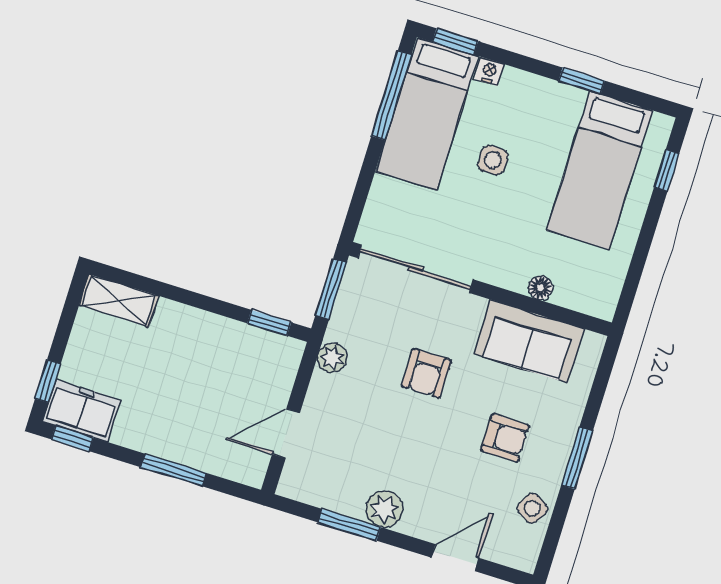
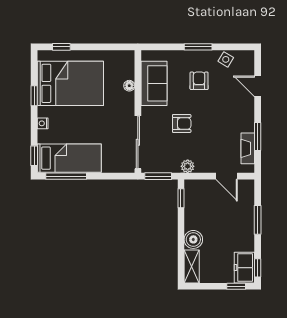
nightstand: (489, 71) -> (43, 123), moved
side table: (493, 160) -> (80, 123), removed
bed: (600, 170) -> (70, 83), width x1.50
boiler: (174, 322) -> (193, 239), added
fireplace: (331, 496) -> (248, 148), added
plant: (384, 509) -> (246, 123), removed

